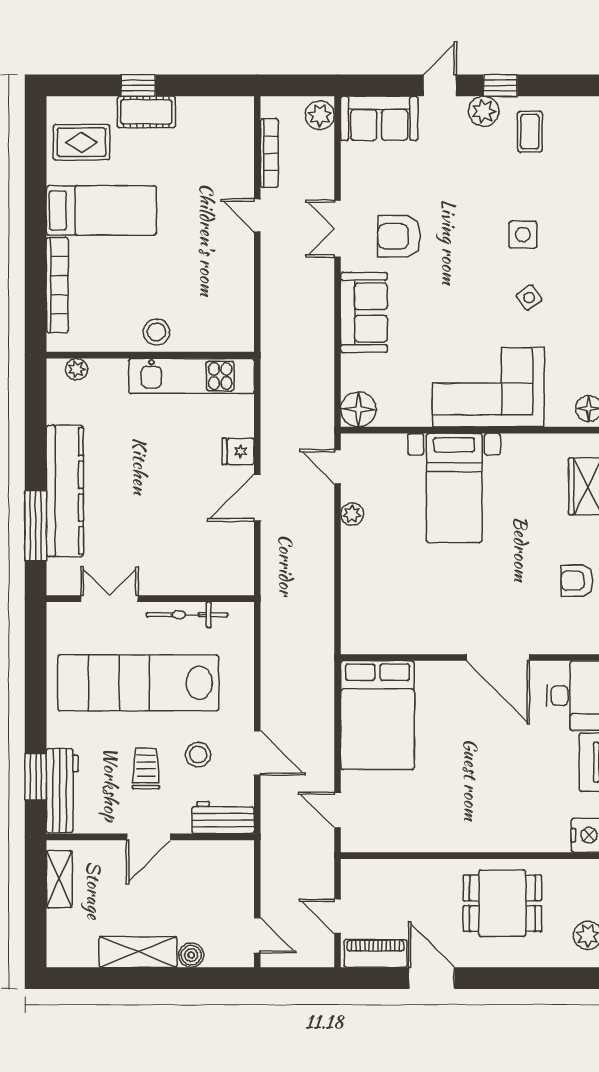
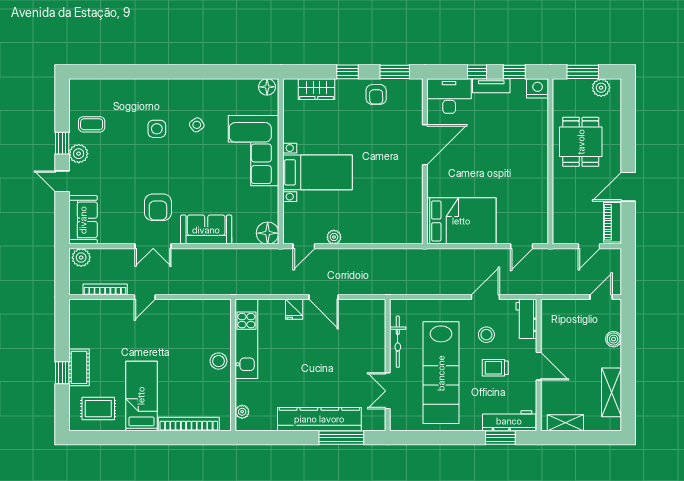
rug: (81, 142) -> (98, 409), turned 90
shelving: (138, 952) -> (612, 392), moved

